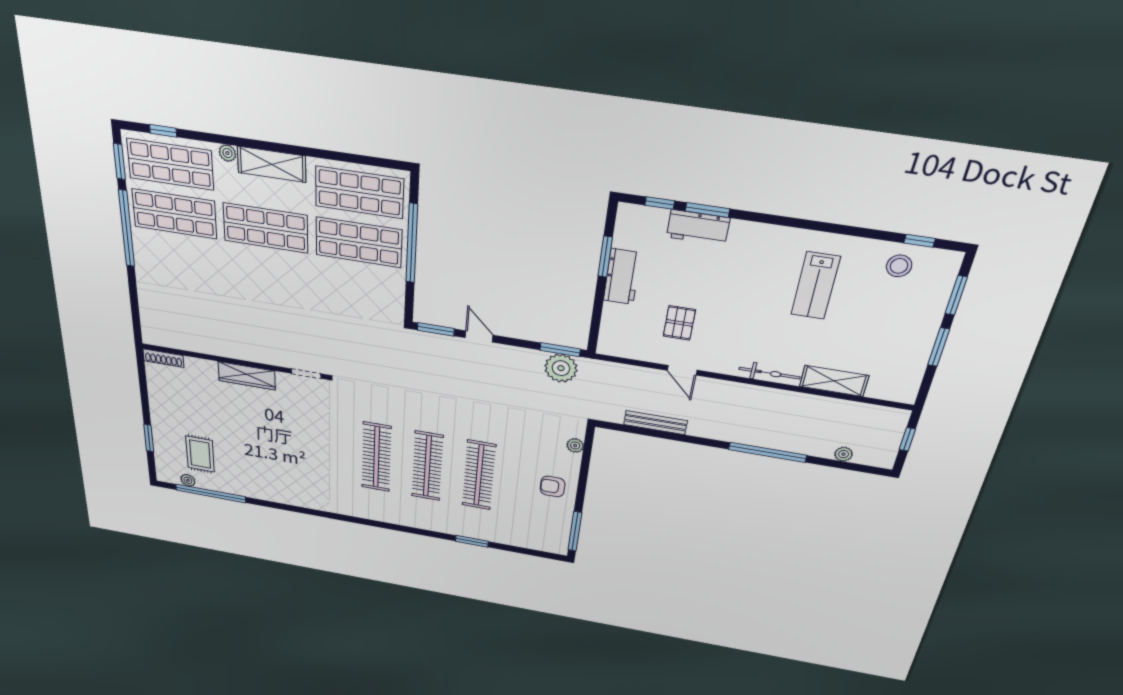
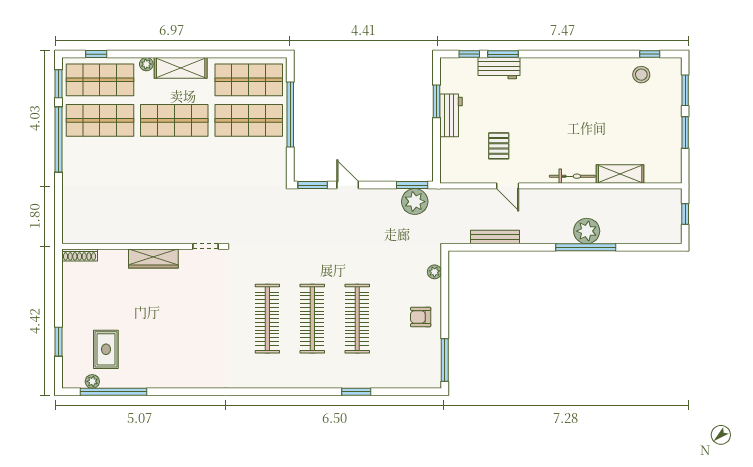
lab bench: (815, 286) -> (589, 99), removed
plant: (844, 454) -> (587, 231), moved, width x1.88, depth x1.88

